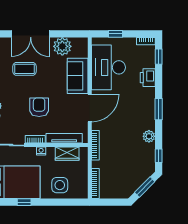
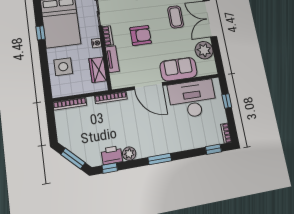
printer: (148, 78) -> (112, 155), moved
tv unit: (64, 138) -> (112, 59), width x0.71

